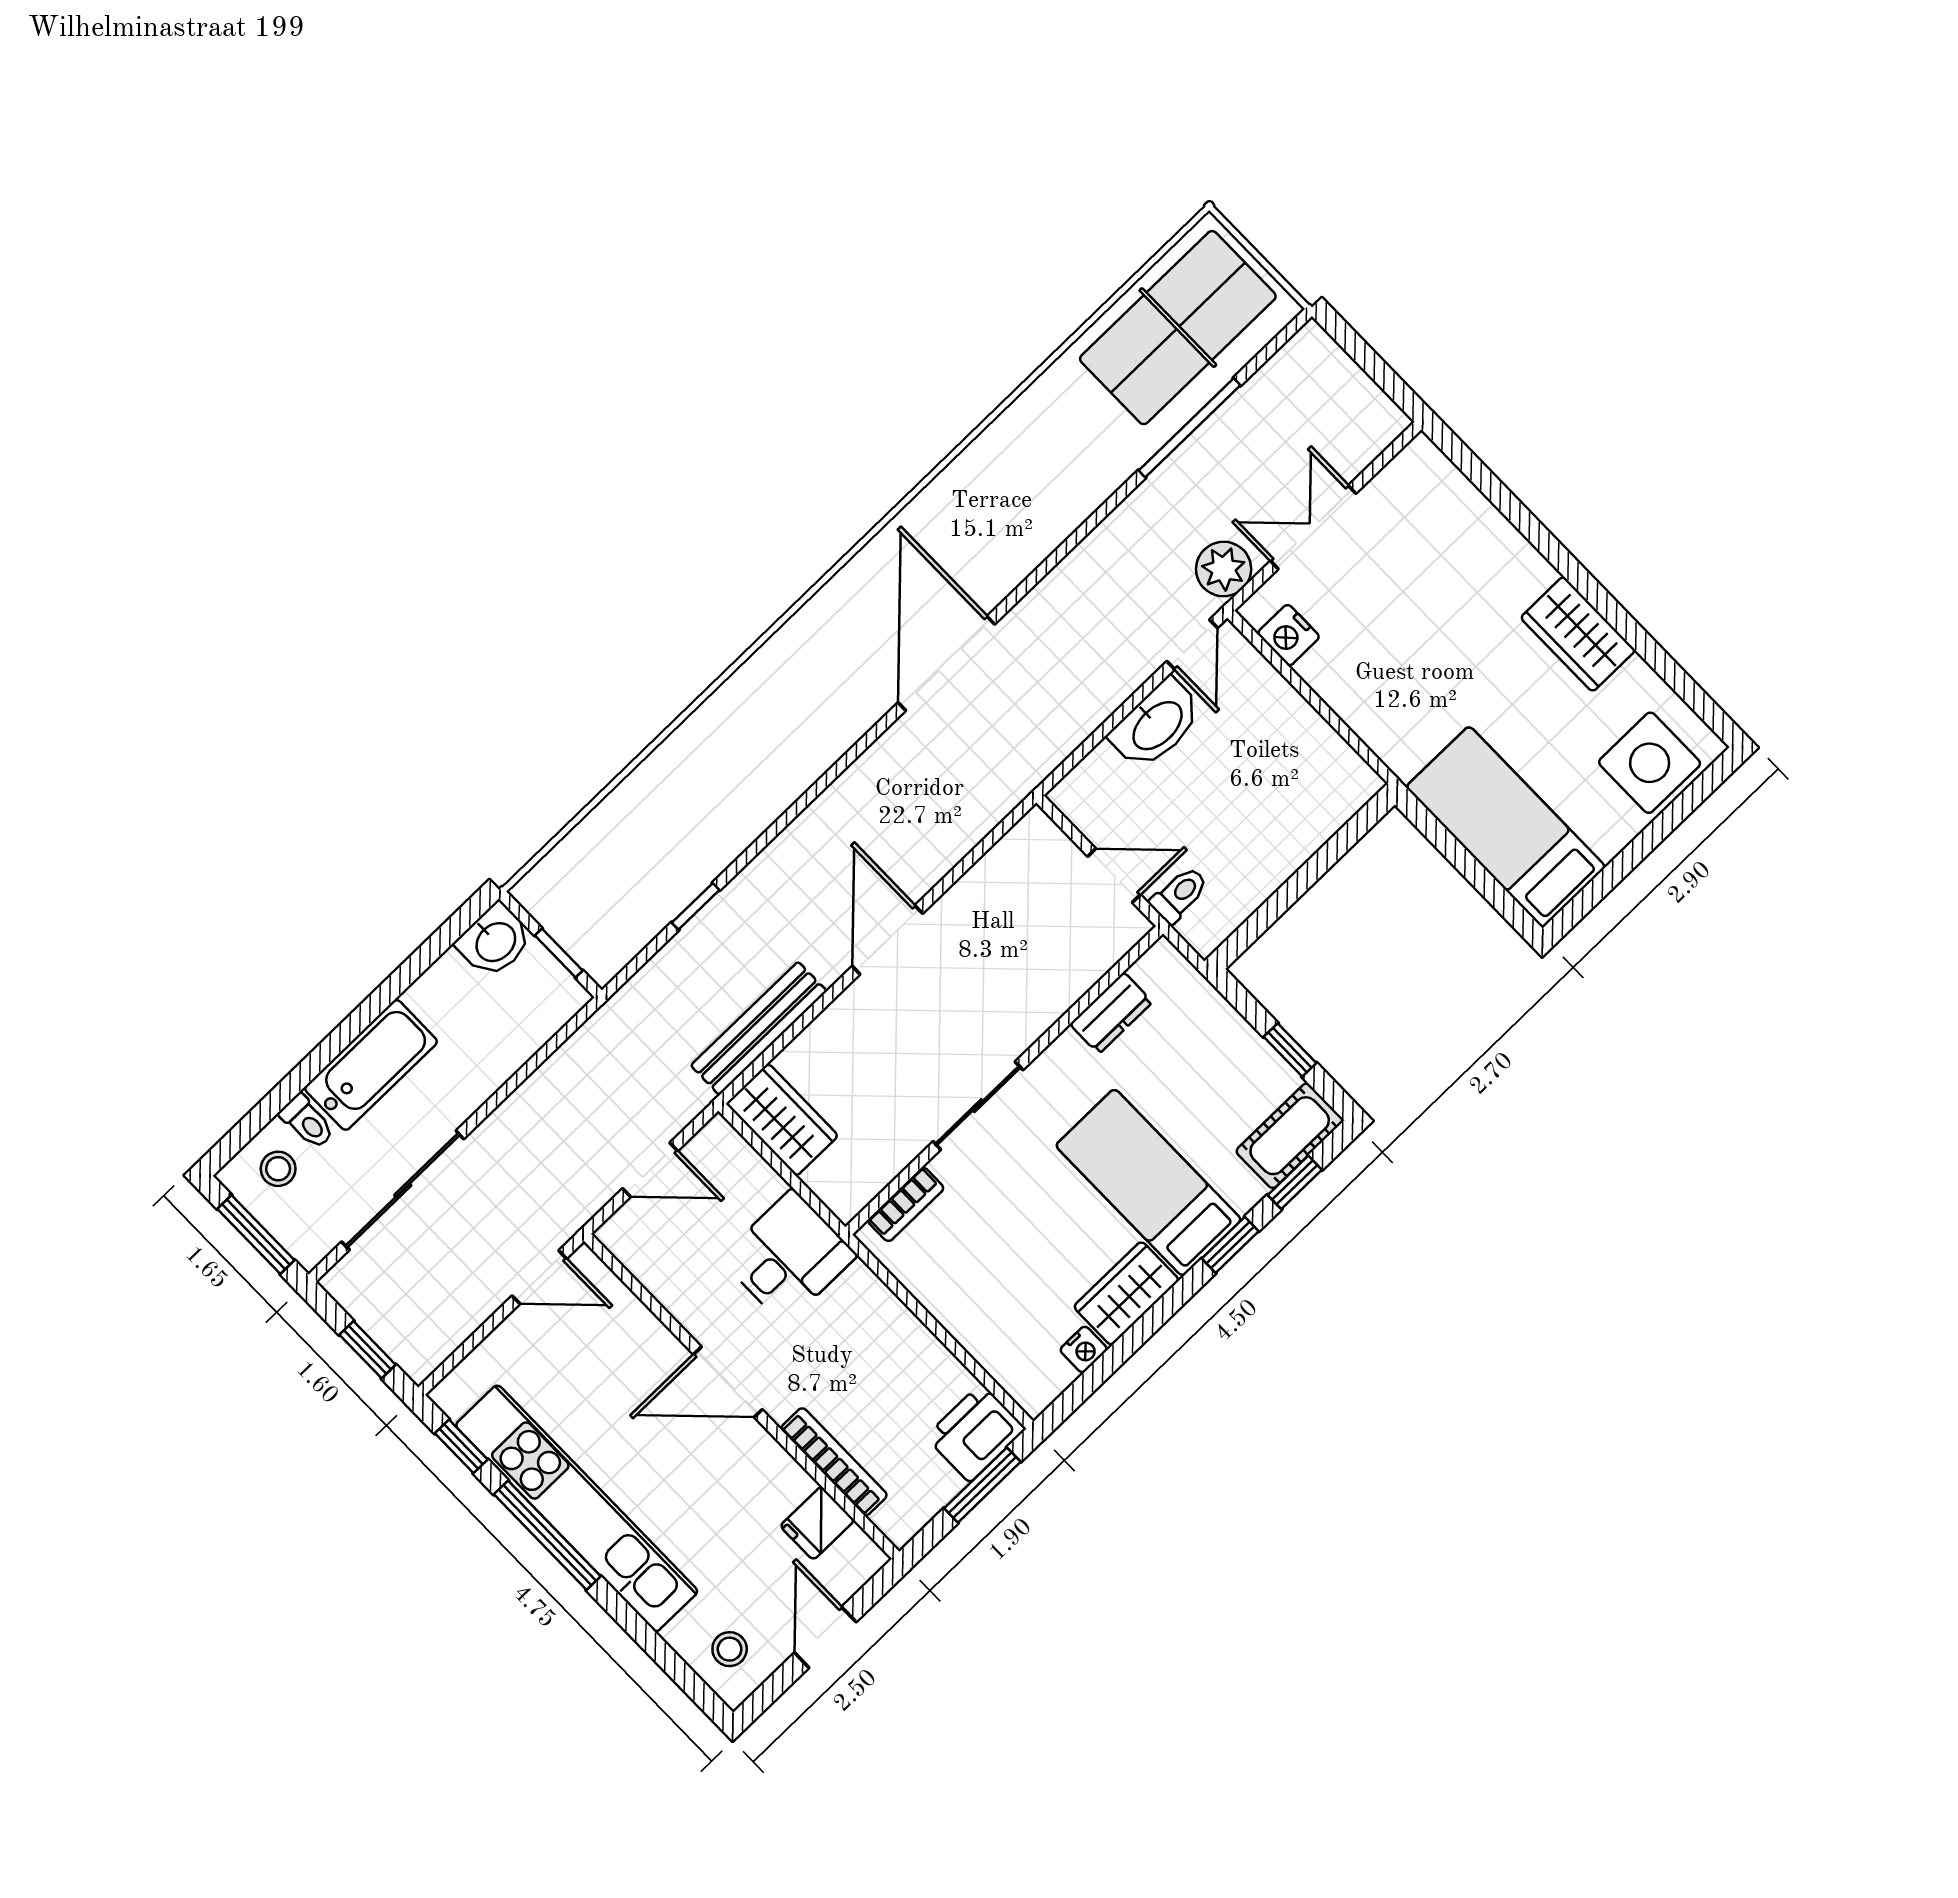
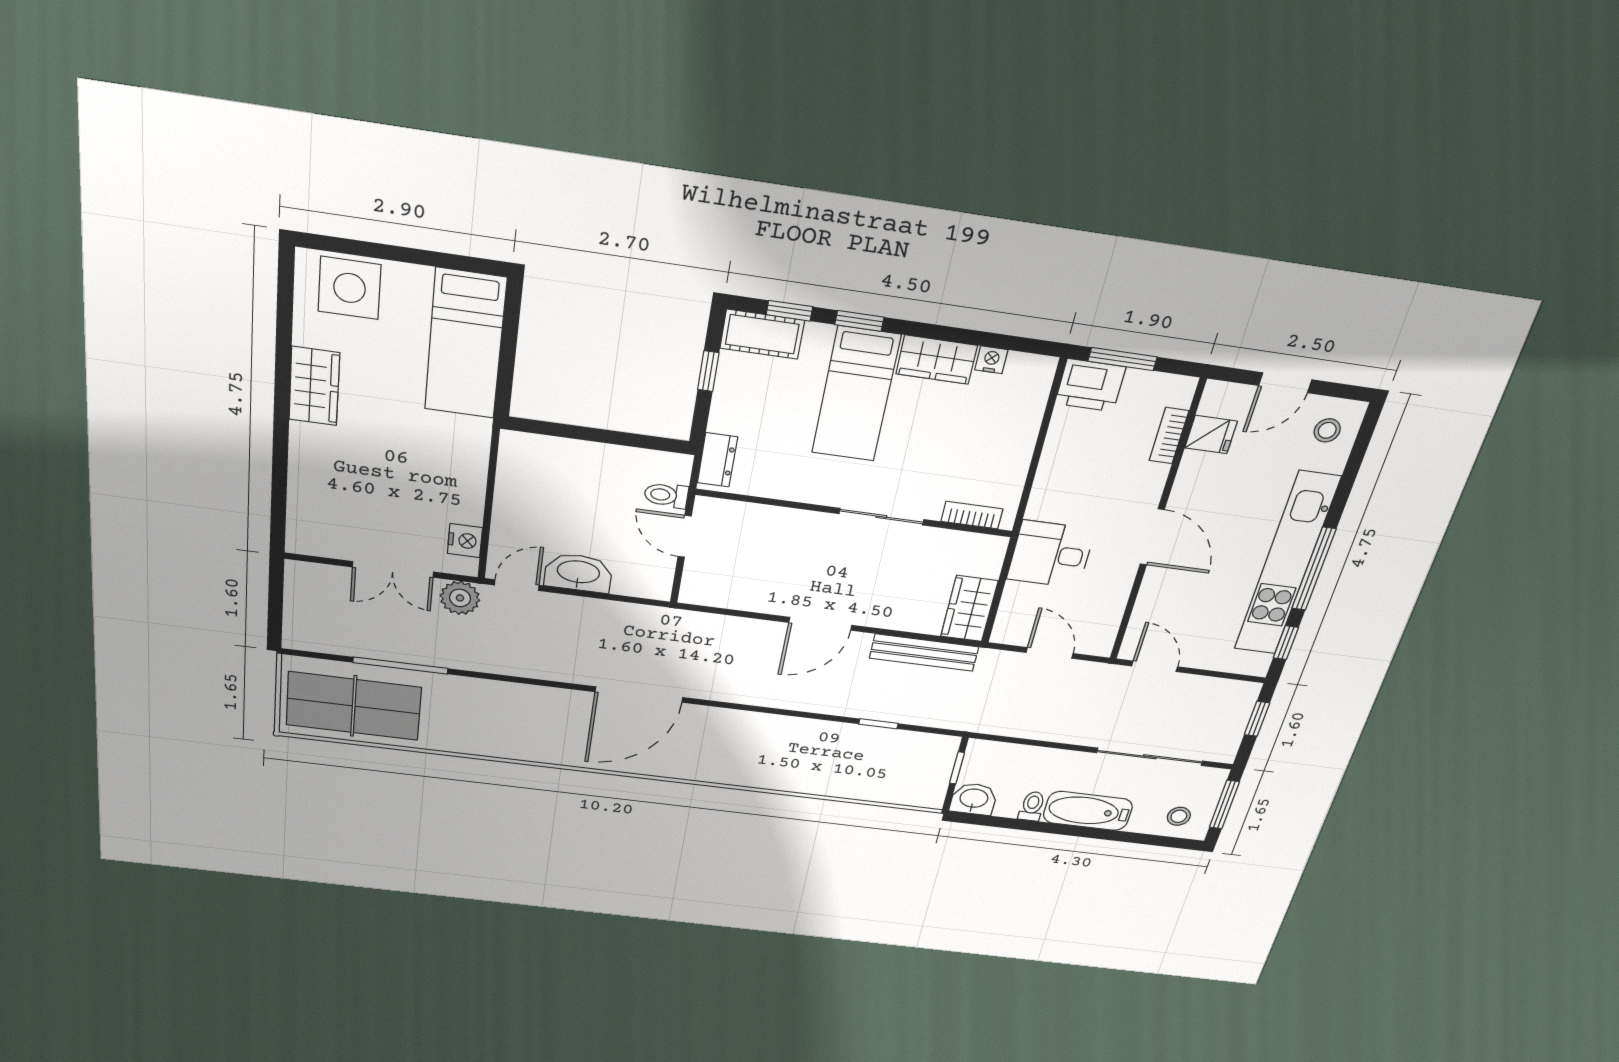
dresser: (1111, 1013) -> (717, 460), moved, turned 90
toilet: (307, 1122) -> (1032, 806), moved
bookcase: (834, 1462) -> (1169, 436), width x0.64

